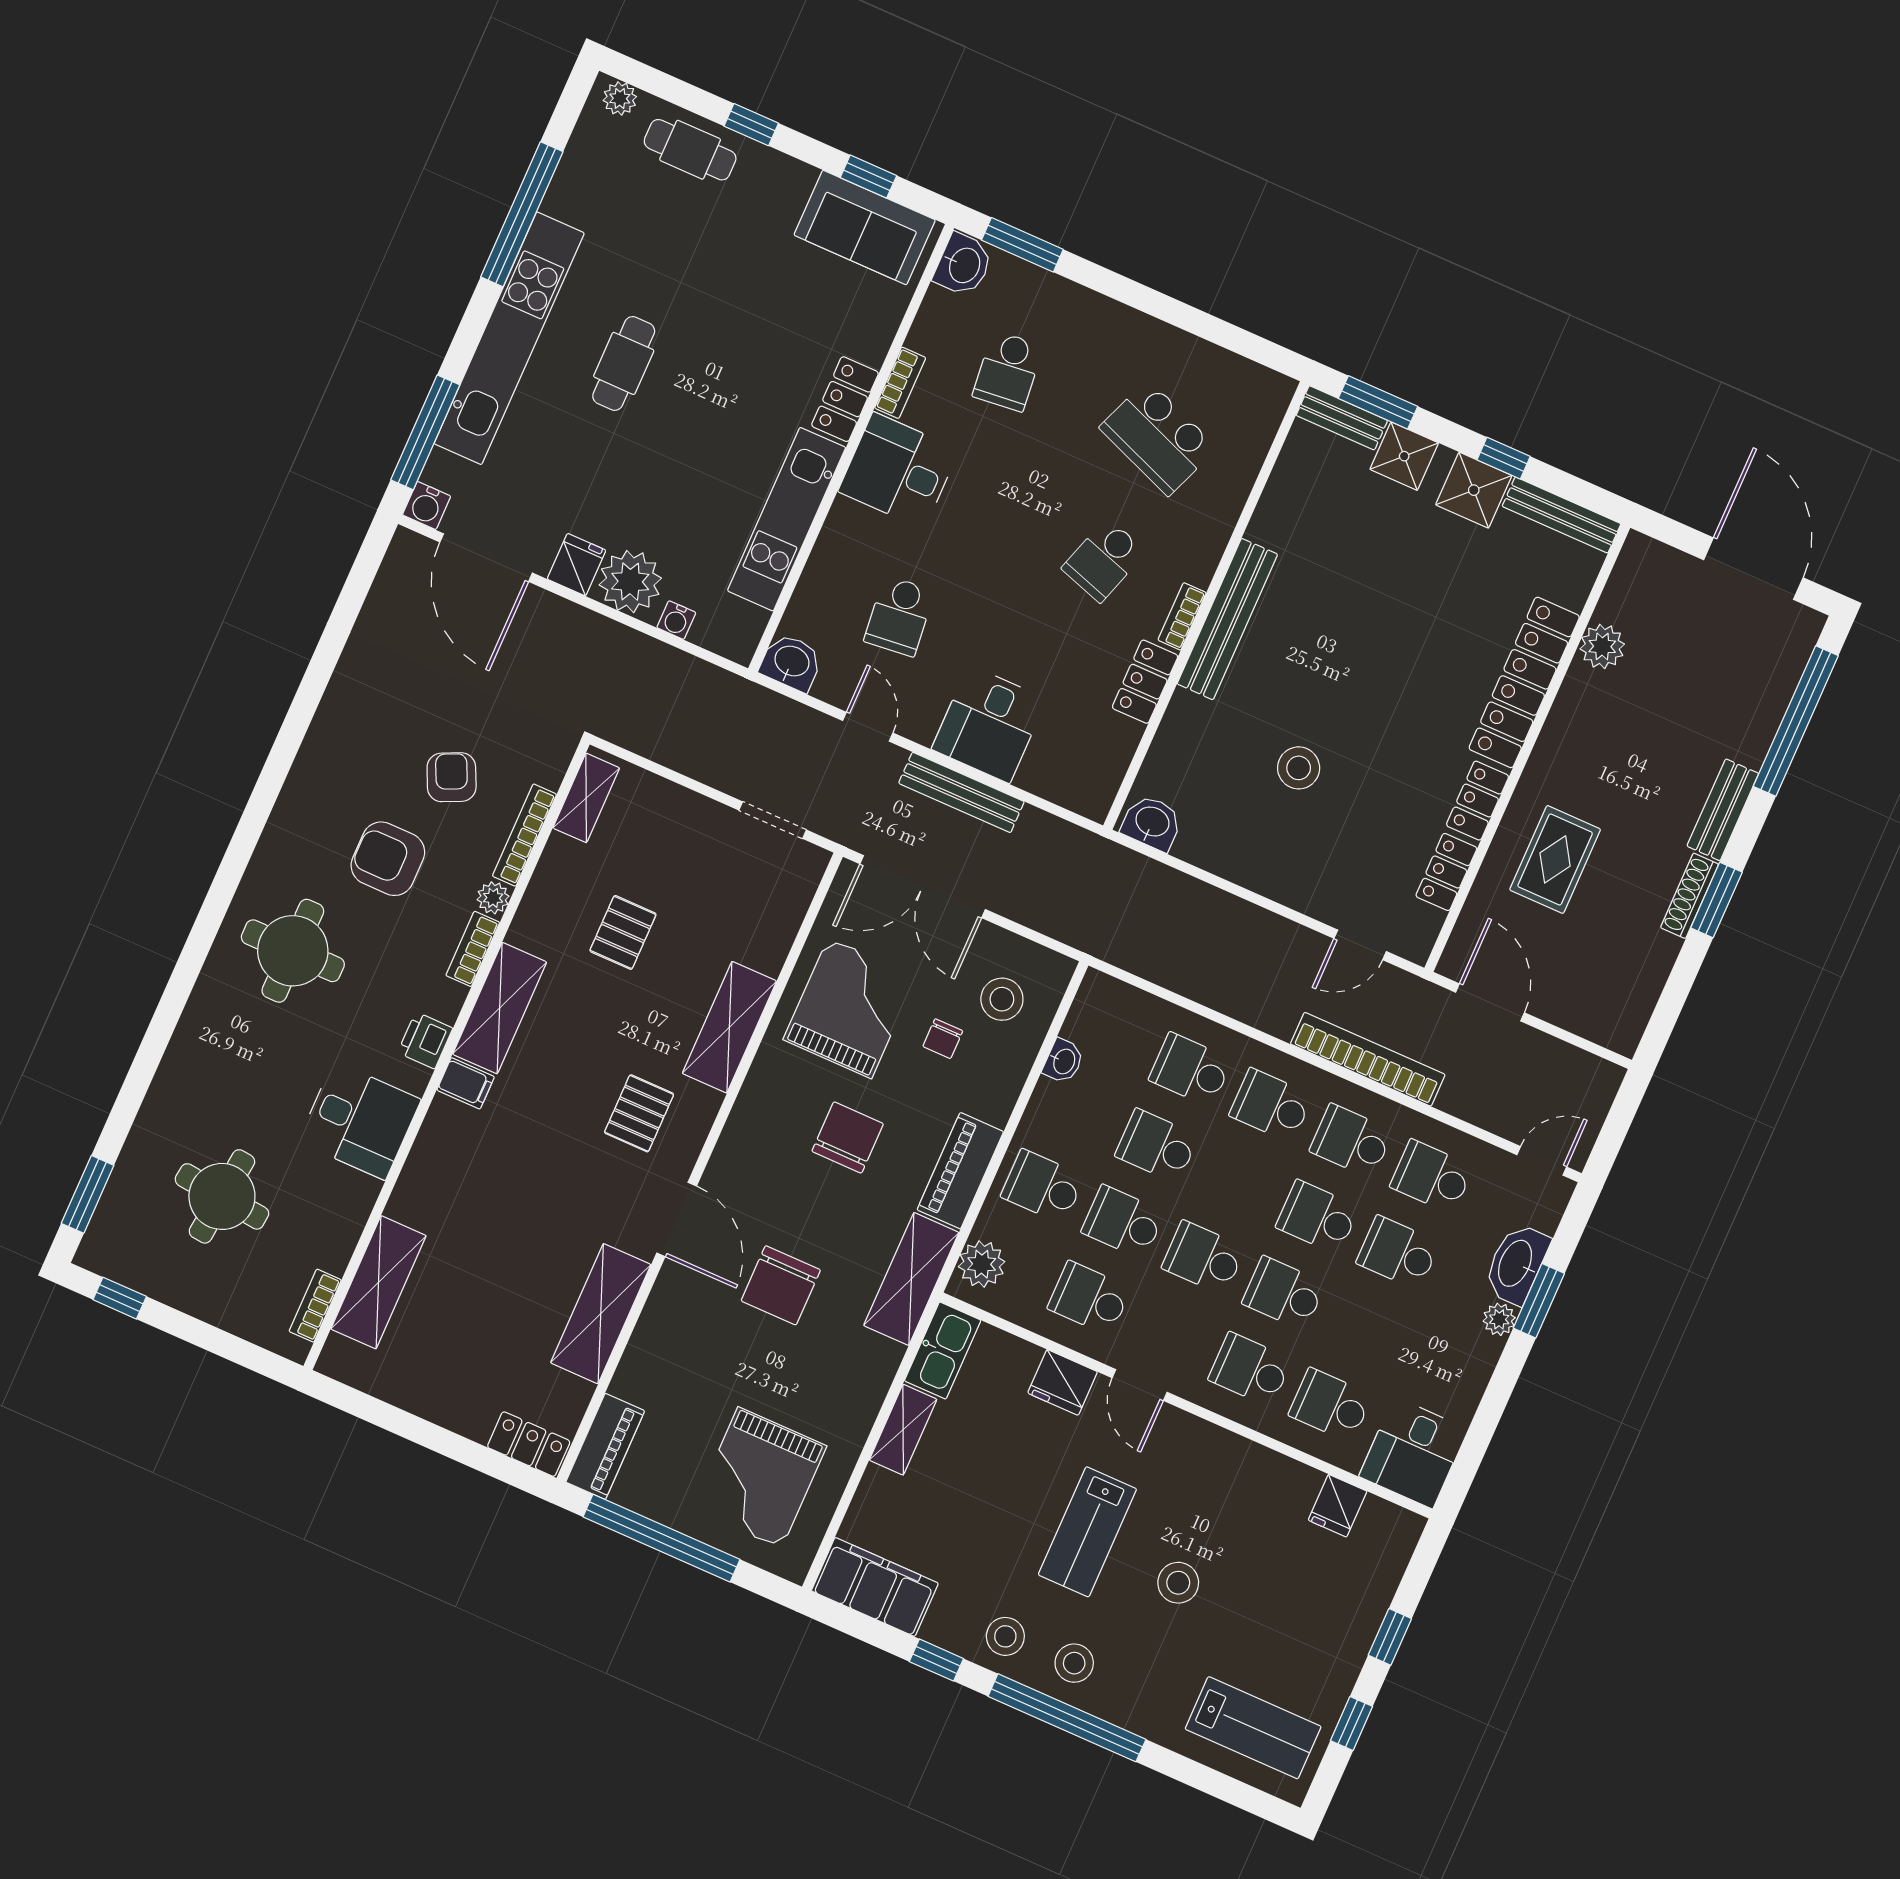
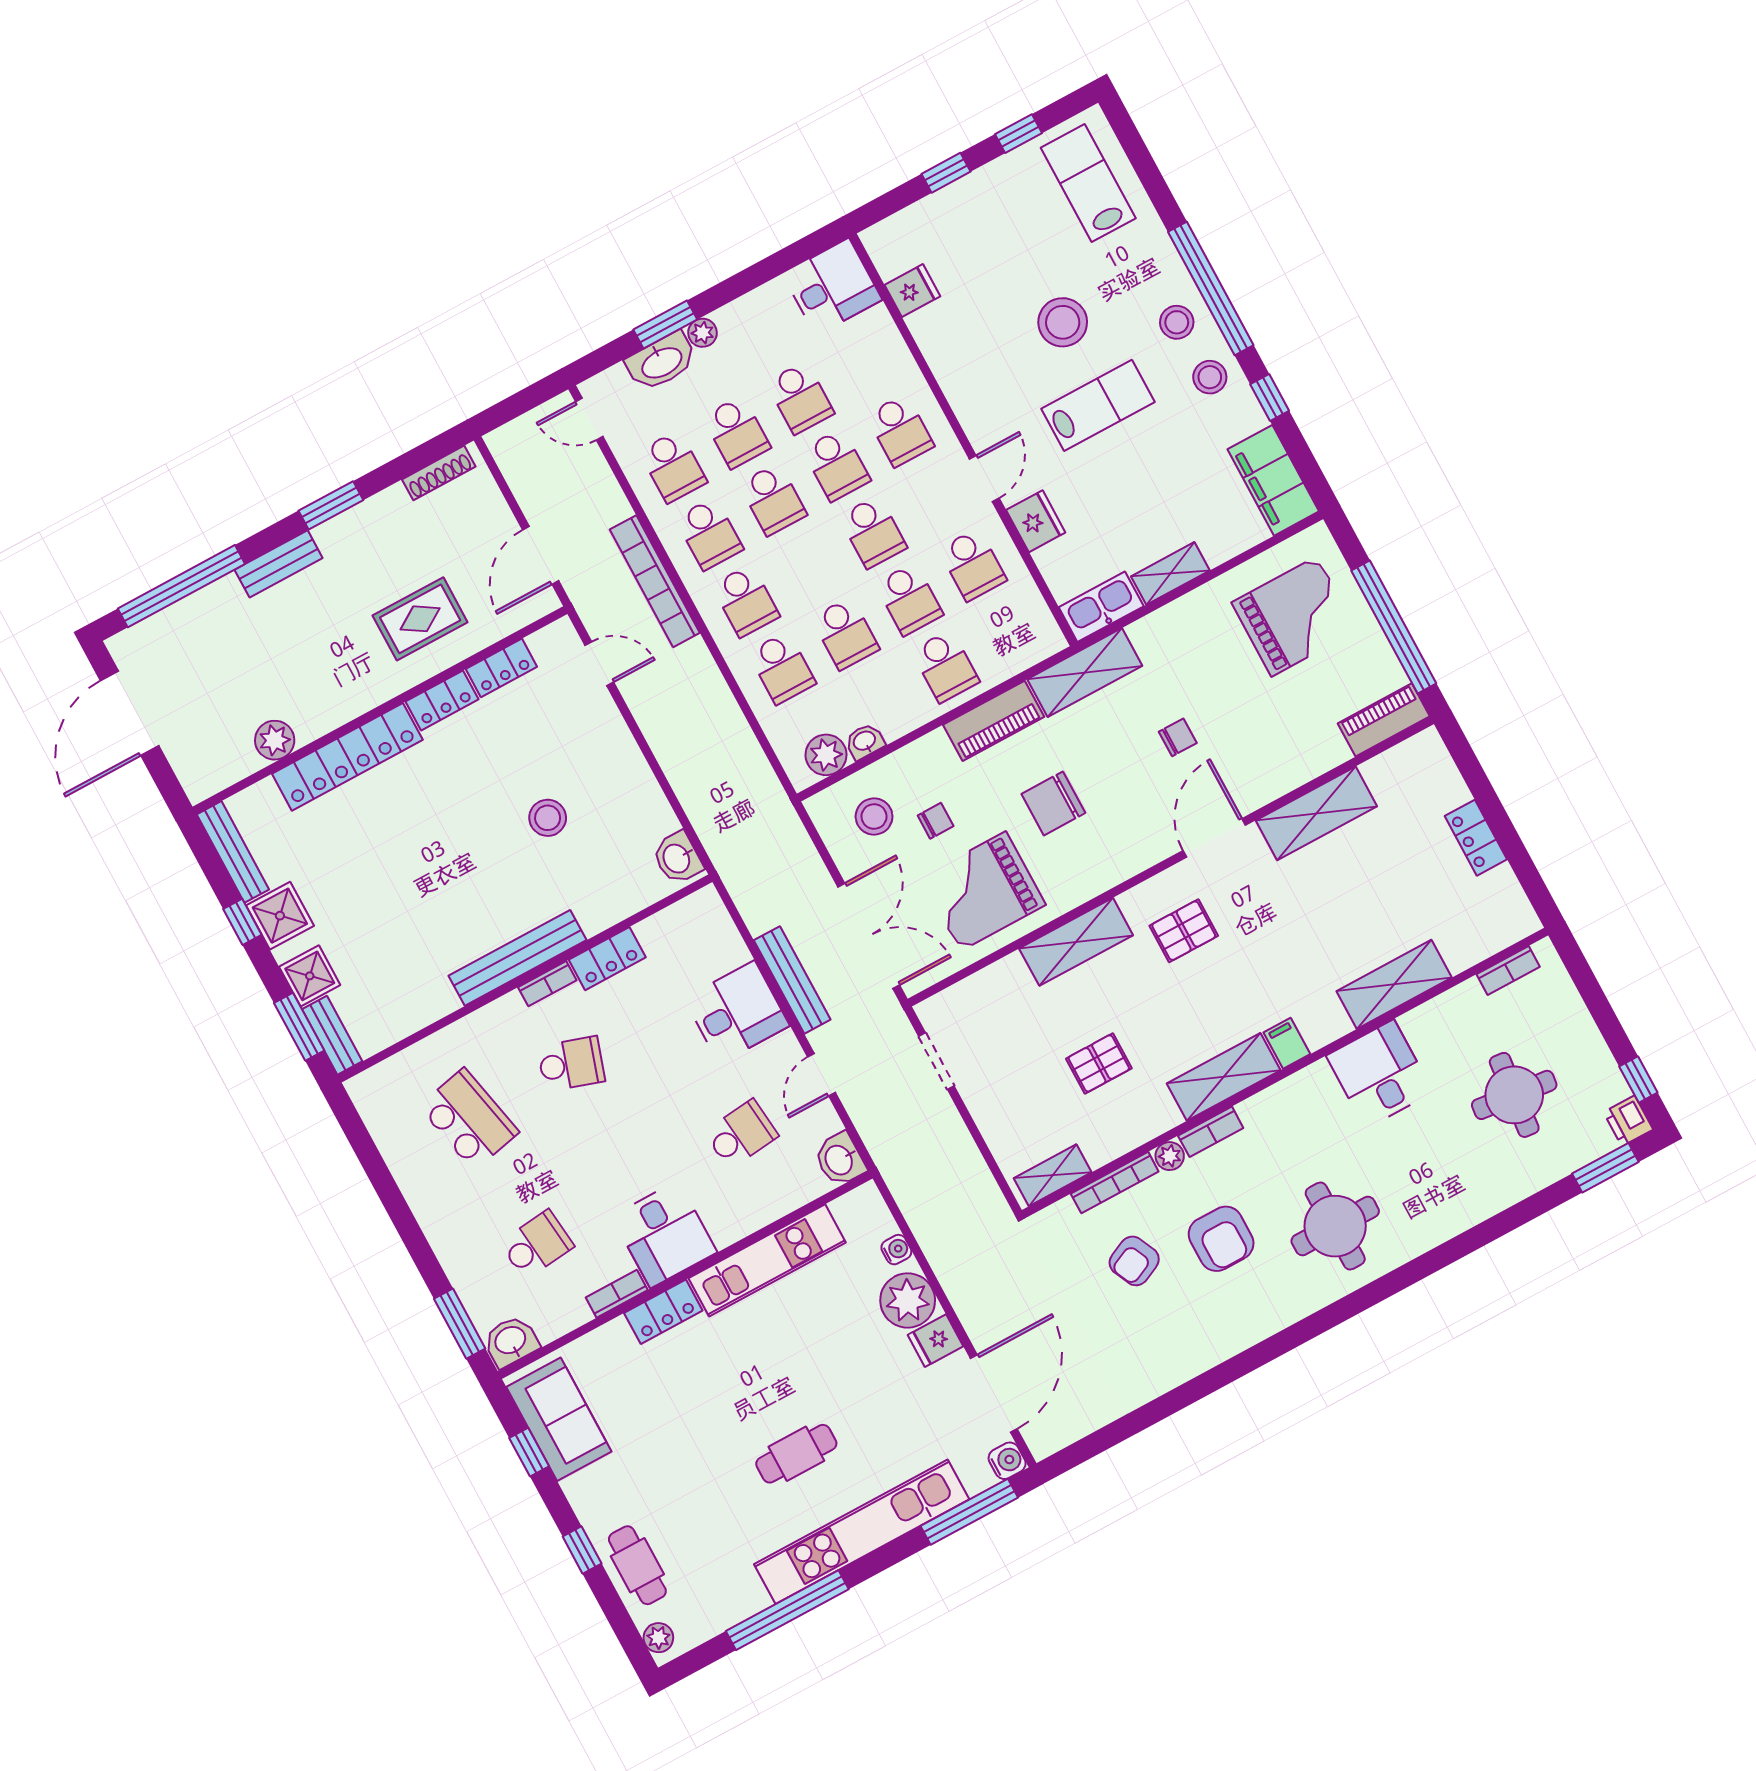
school desk: (1158, 438) -> (469, 1119), turned -33
shoe rack: (1690, 896) -> (439, 473), moved
printer: (425, 1040) -> (1628, 1121), moved, turned 90
plant: (982, 1264) -> (826, 755), moved
shelving: (379, 1282) -> (1394, 984), moved
chair: (781, 1285) -> (1178, 737), width x0.54, depth x0.54
school desk: (1330, 1405) -> (800, 398), moved
locker: (529, 1444) -> (1476, 838), moved
stool: (1178, 1583) -> (1063, 322), width x1.38, depth x1.38

